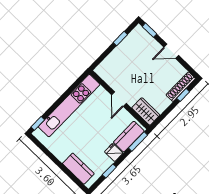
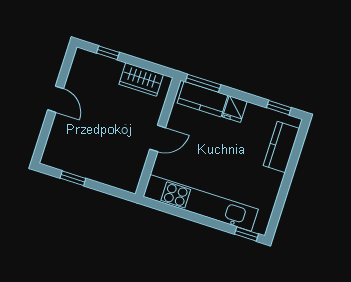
window: (150, 30) -> (41, 143), removed
shoe rack: (181, 87) -> (98, 62), removed
wardrobe: (146, 111) -> (141, 79), moved, turned -90
window: (109, 171) -> (279, 108), moved

